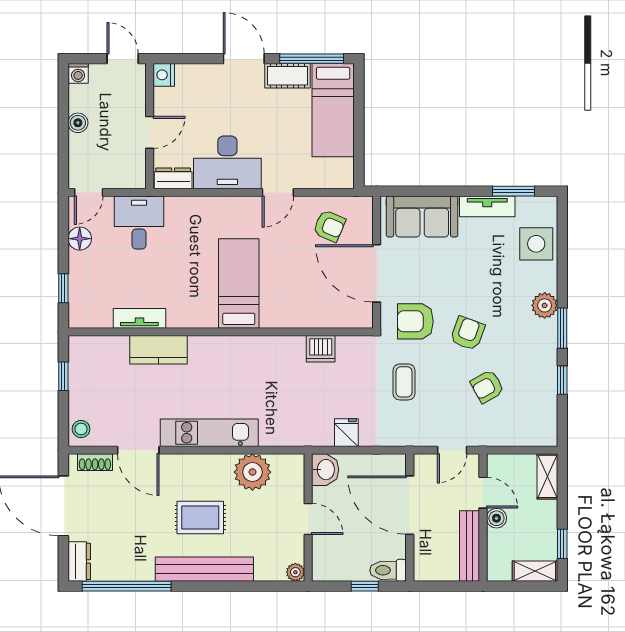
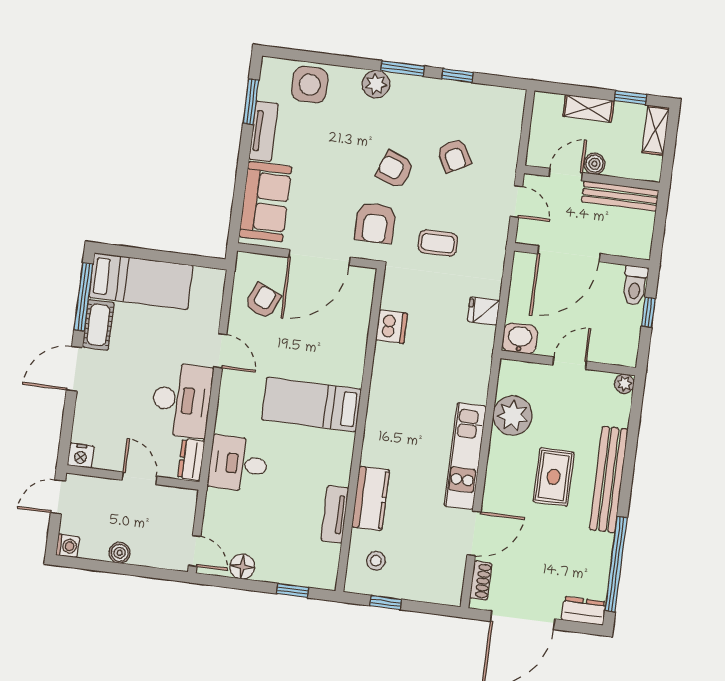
desk: (139, 222) -> (238, 464), moved
stool: (81, 429) -> (376, 561), moved
shelving: (547, 476) -> (588, 108), moved

